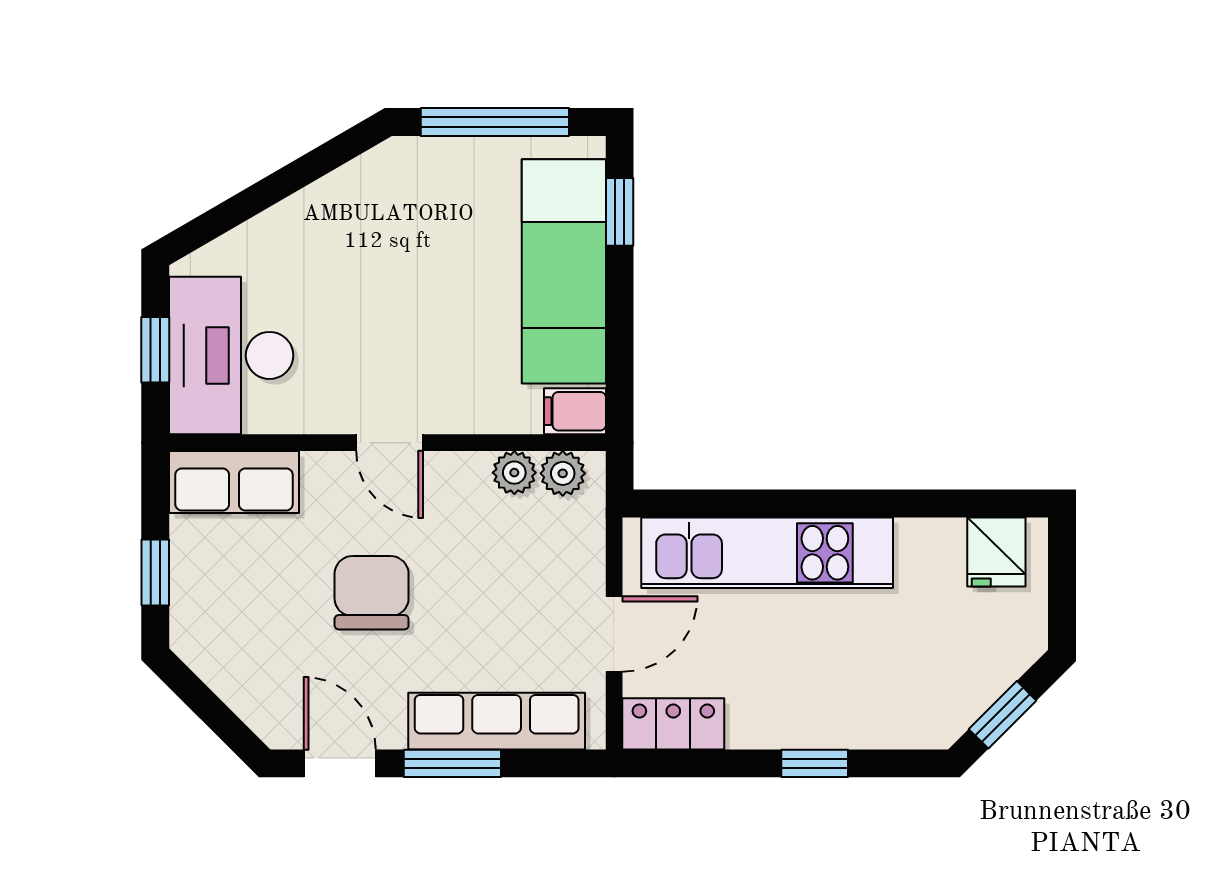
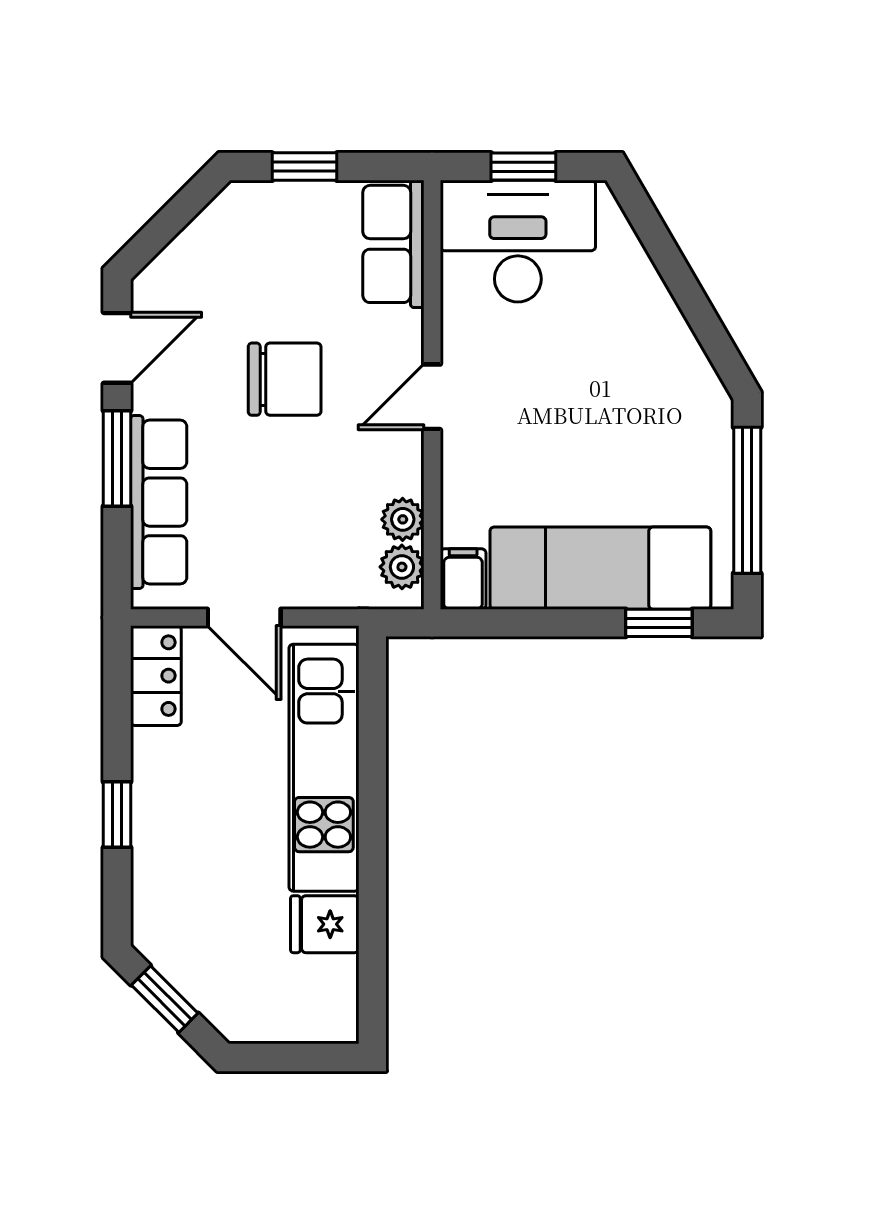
fridge: (996, 552) -> (325, 924), moved

